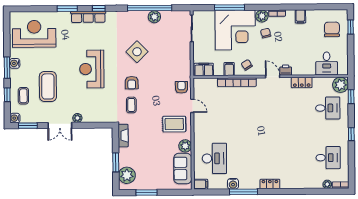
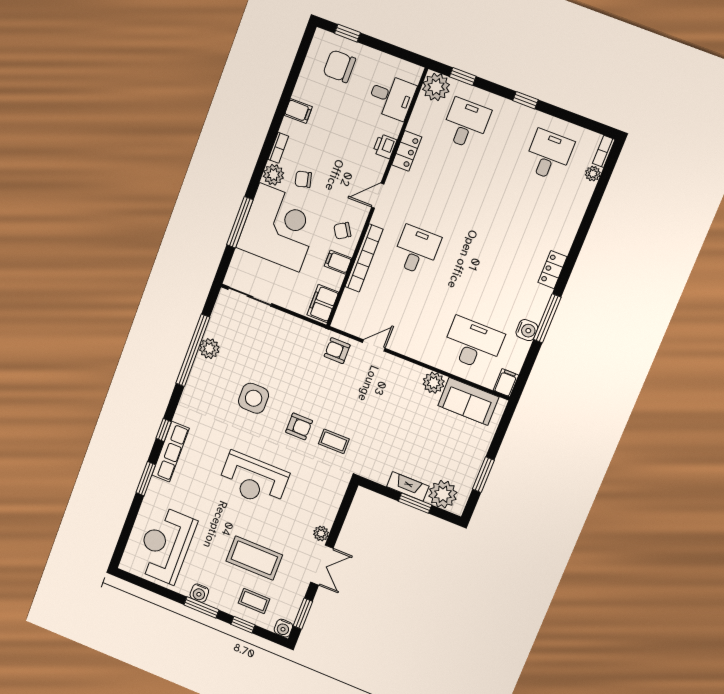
side table: (137, 52) -> (254, 398), turned 45
printer: (286, 70) -> (385, 146), moved
desk: (252, 109) -> (417, 250), added
rug: (174, 124) -> (391, 386), removed
fireplace: (123, 136) -> (408, 486), moved

